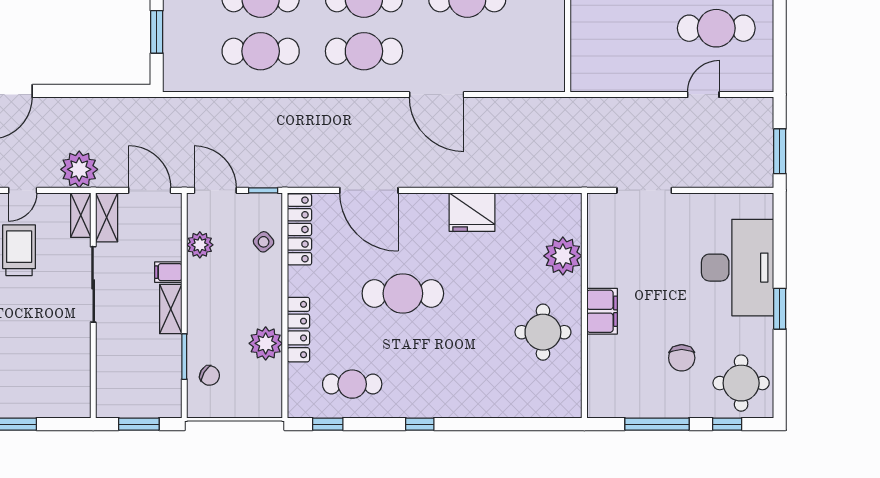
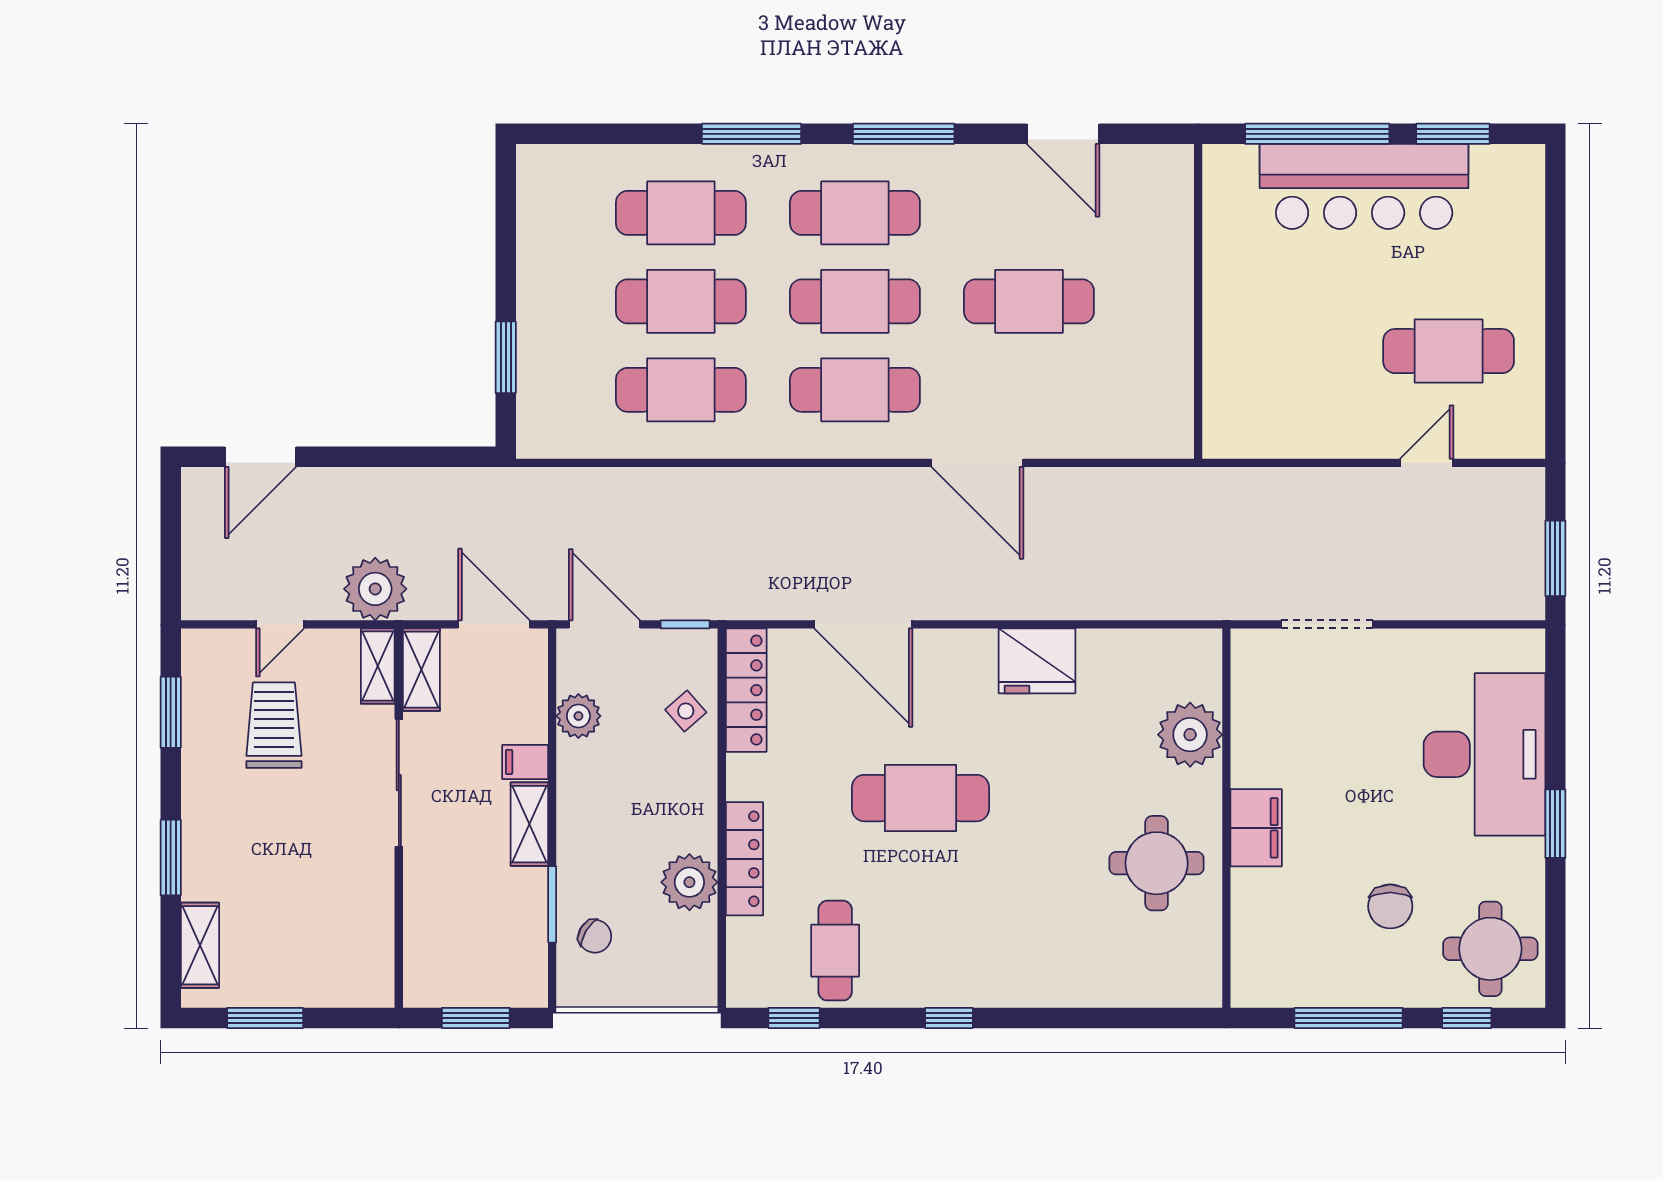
cafe table: (352, 384) -> (835, 951), turned 90

